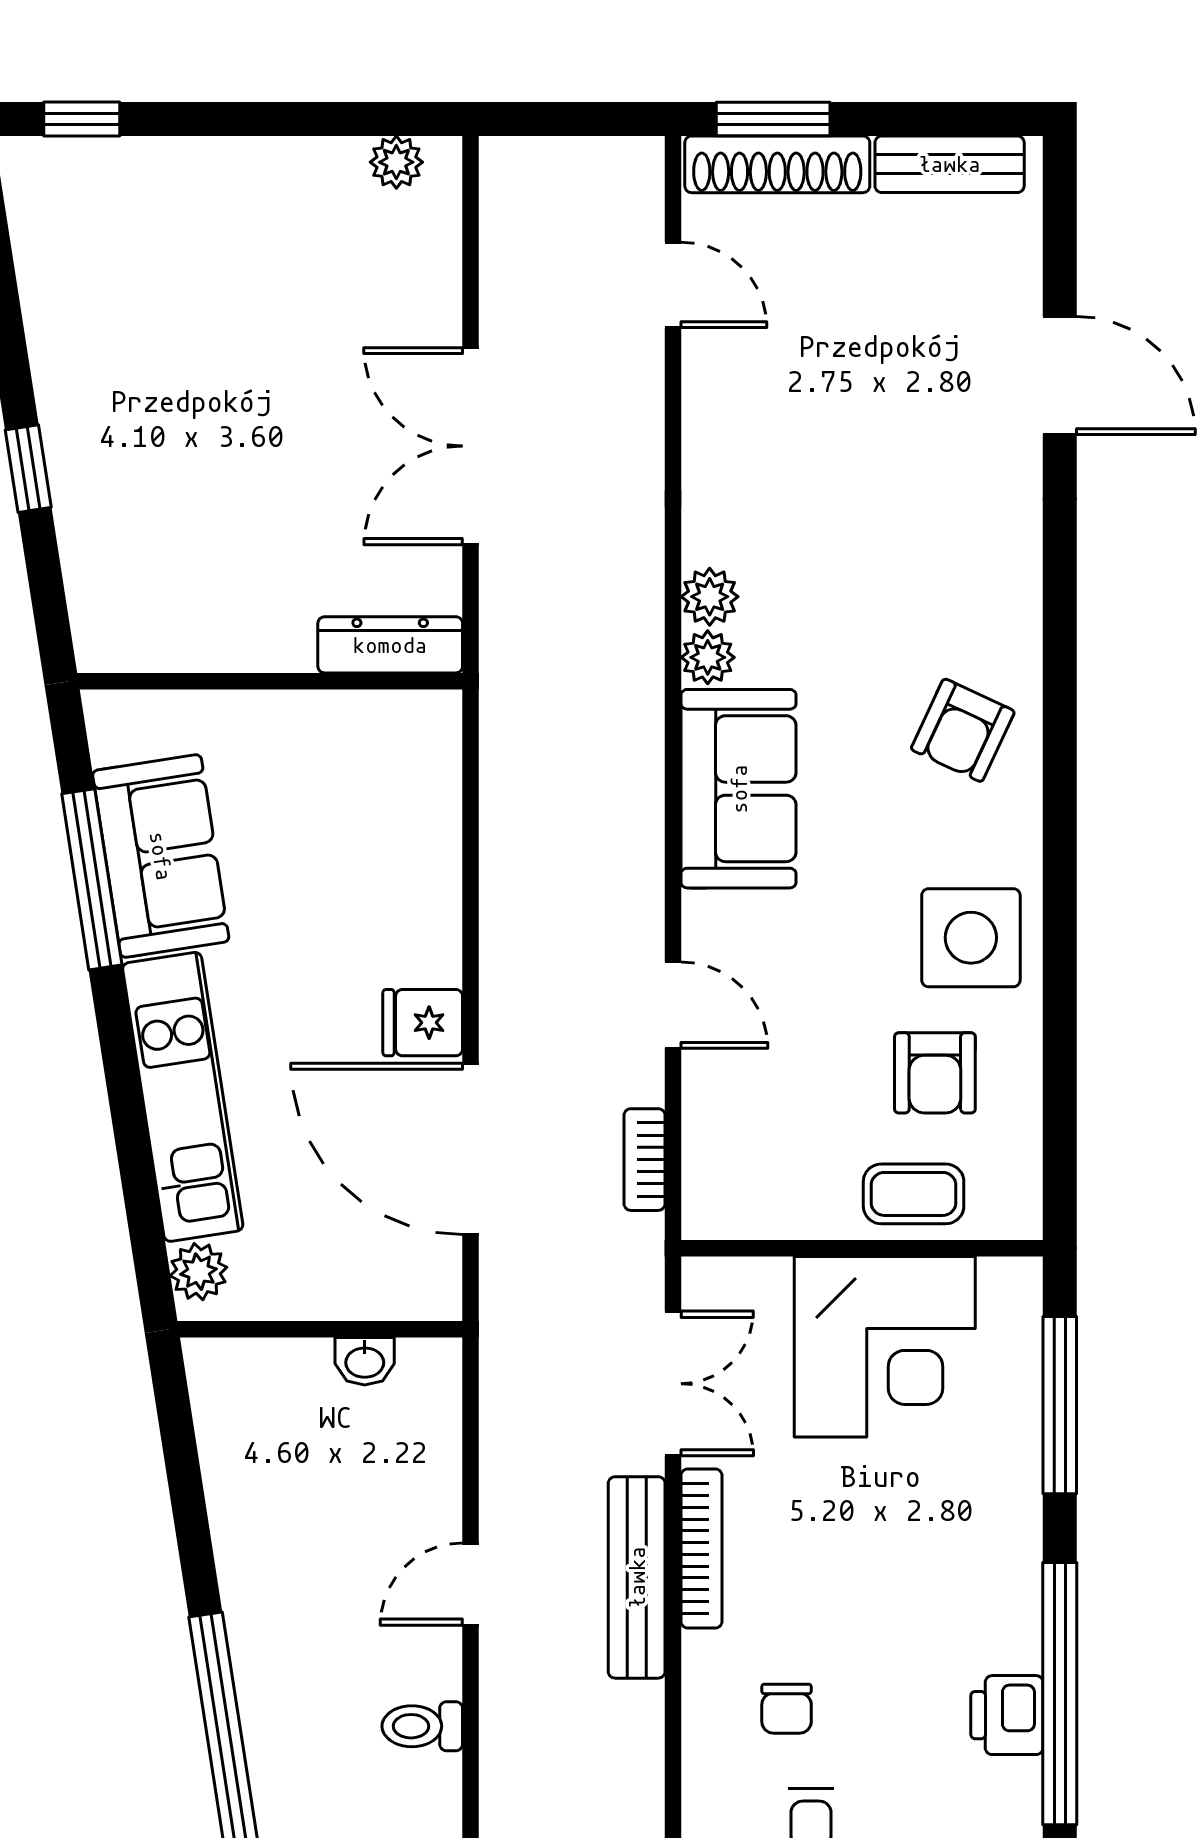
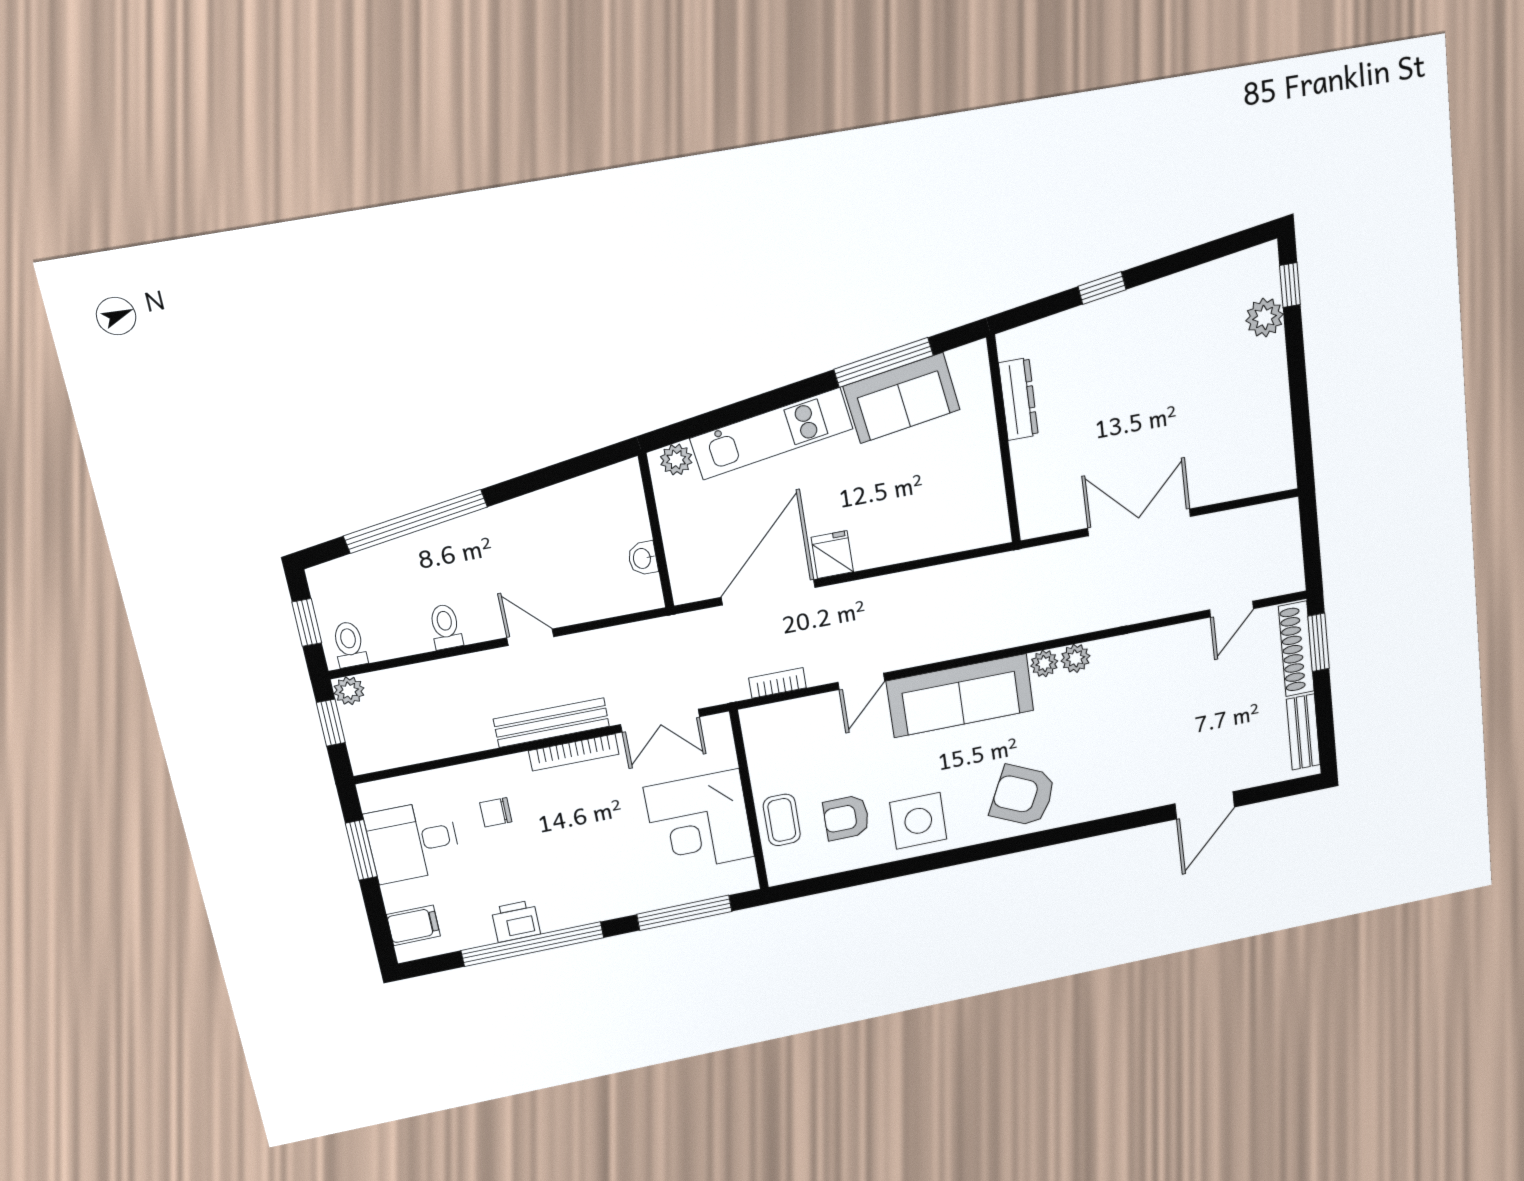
plant: (396, 162) -> (1265, 318), moved, width x1.38, depth x1.38
dresser: (390, 645) -> (1018, 399), moved
armchair: (963, 730) -> (1023, 795), width x1.38, depth x1.38
sofa: (739, 789) -> (960, 696), width x1.36

